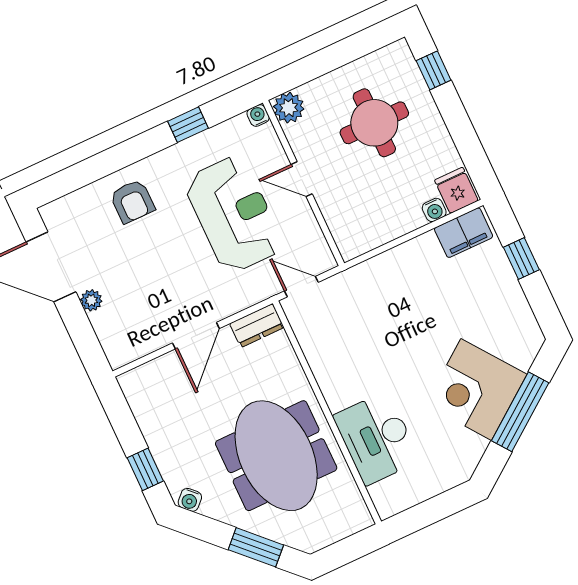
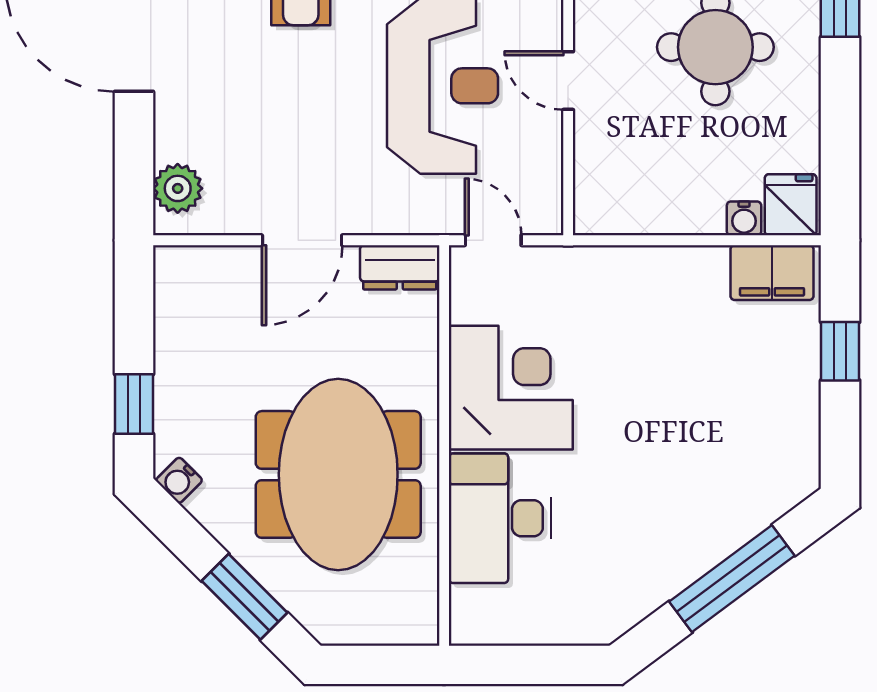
plant: (91, 300) -> (178, 188), moved, width x1.38, depth x1.38
corner desk: (476, 389) -> (511, 388), moved, turned 127

